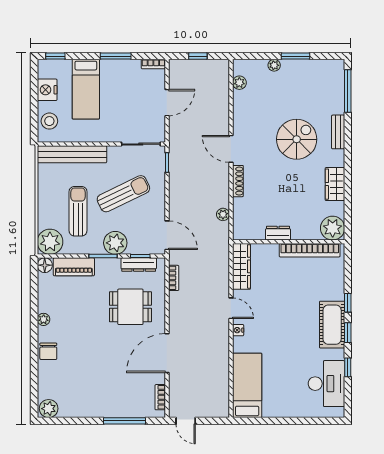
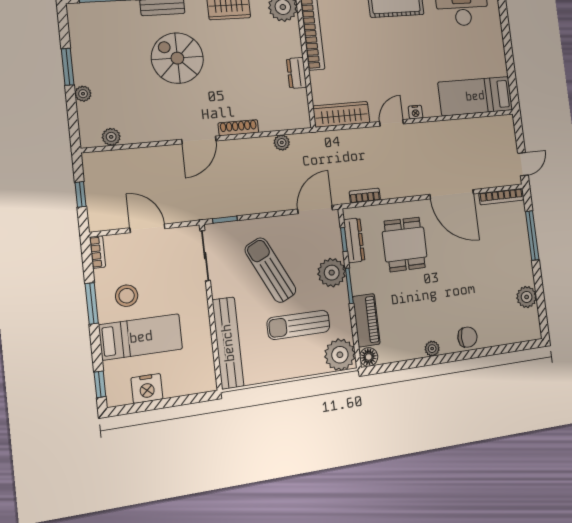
stool: (49, 121) -> (127, 296), moved
bookcase: (160, 397) -> (501, 197), width x1.56
plant: (49, 409) -> (527, 297), moved

